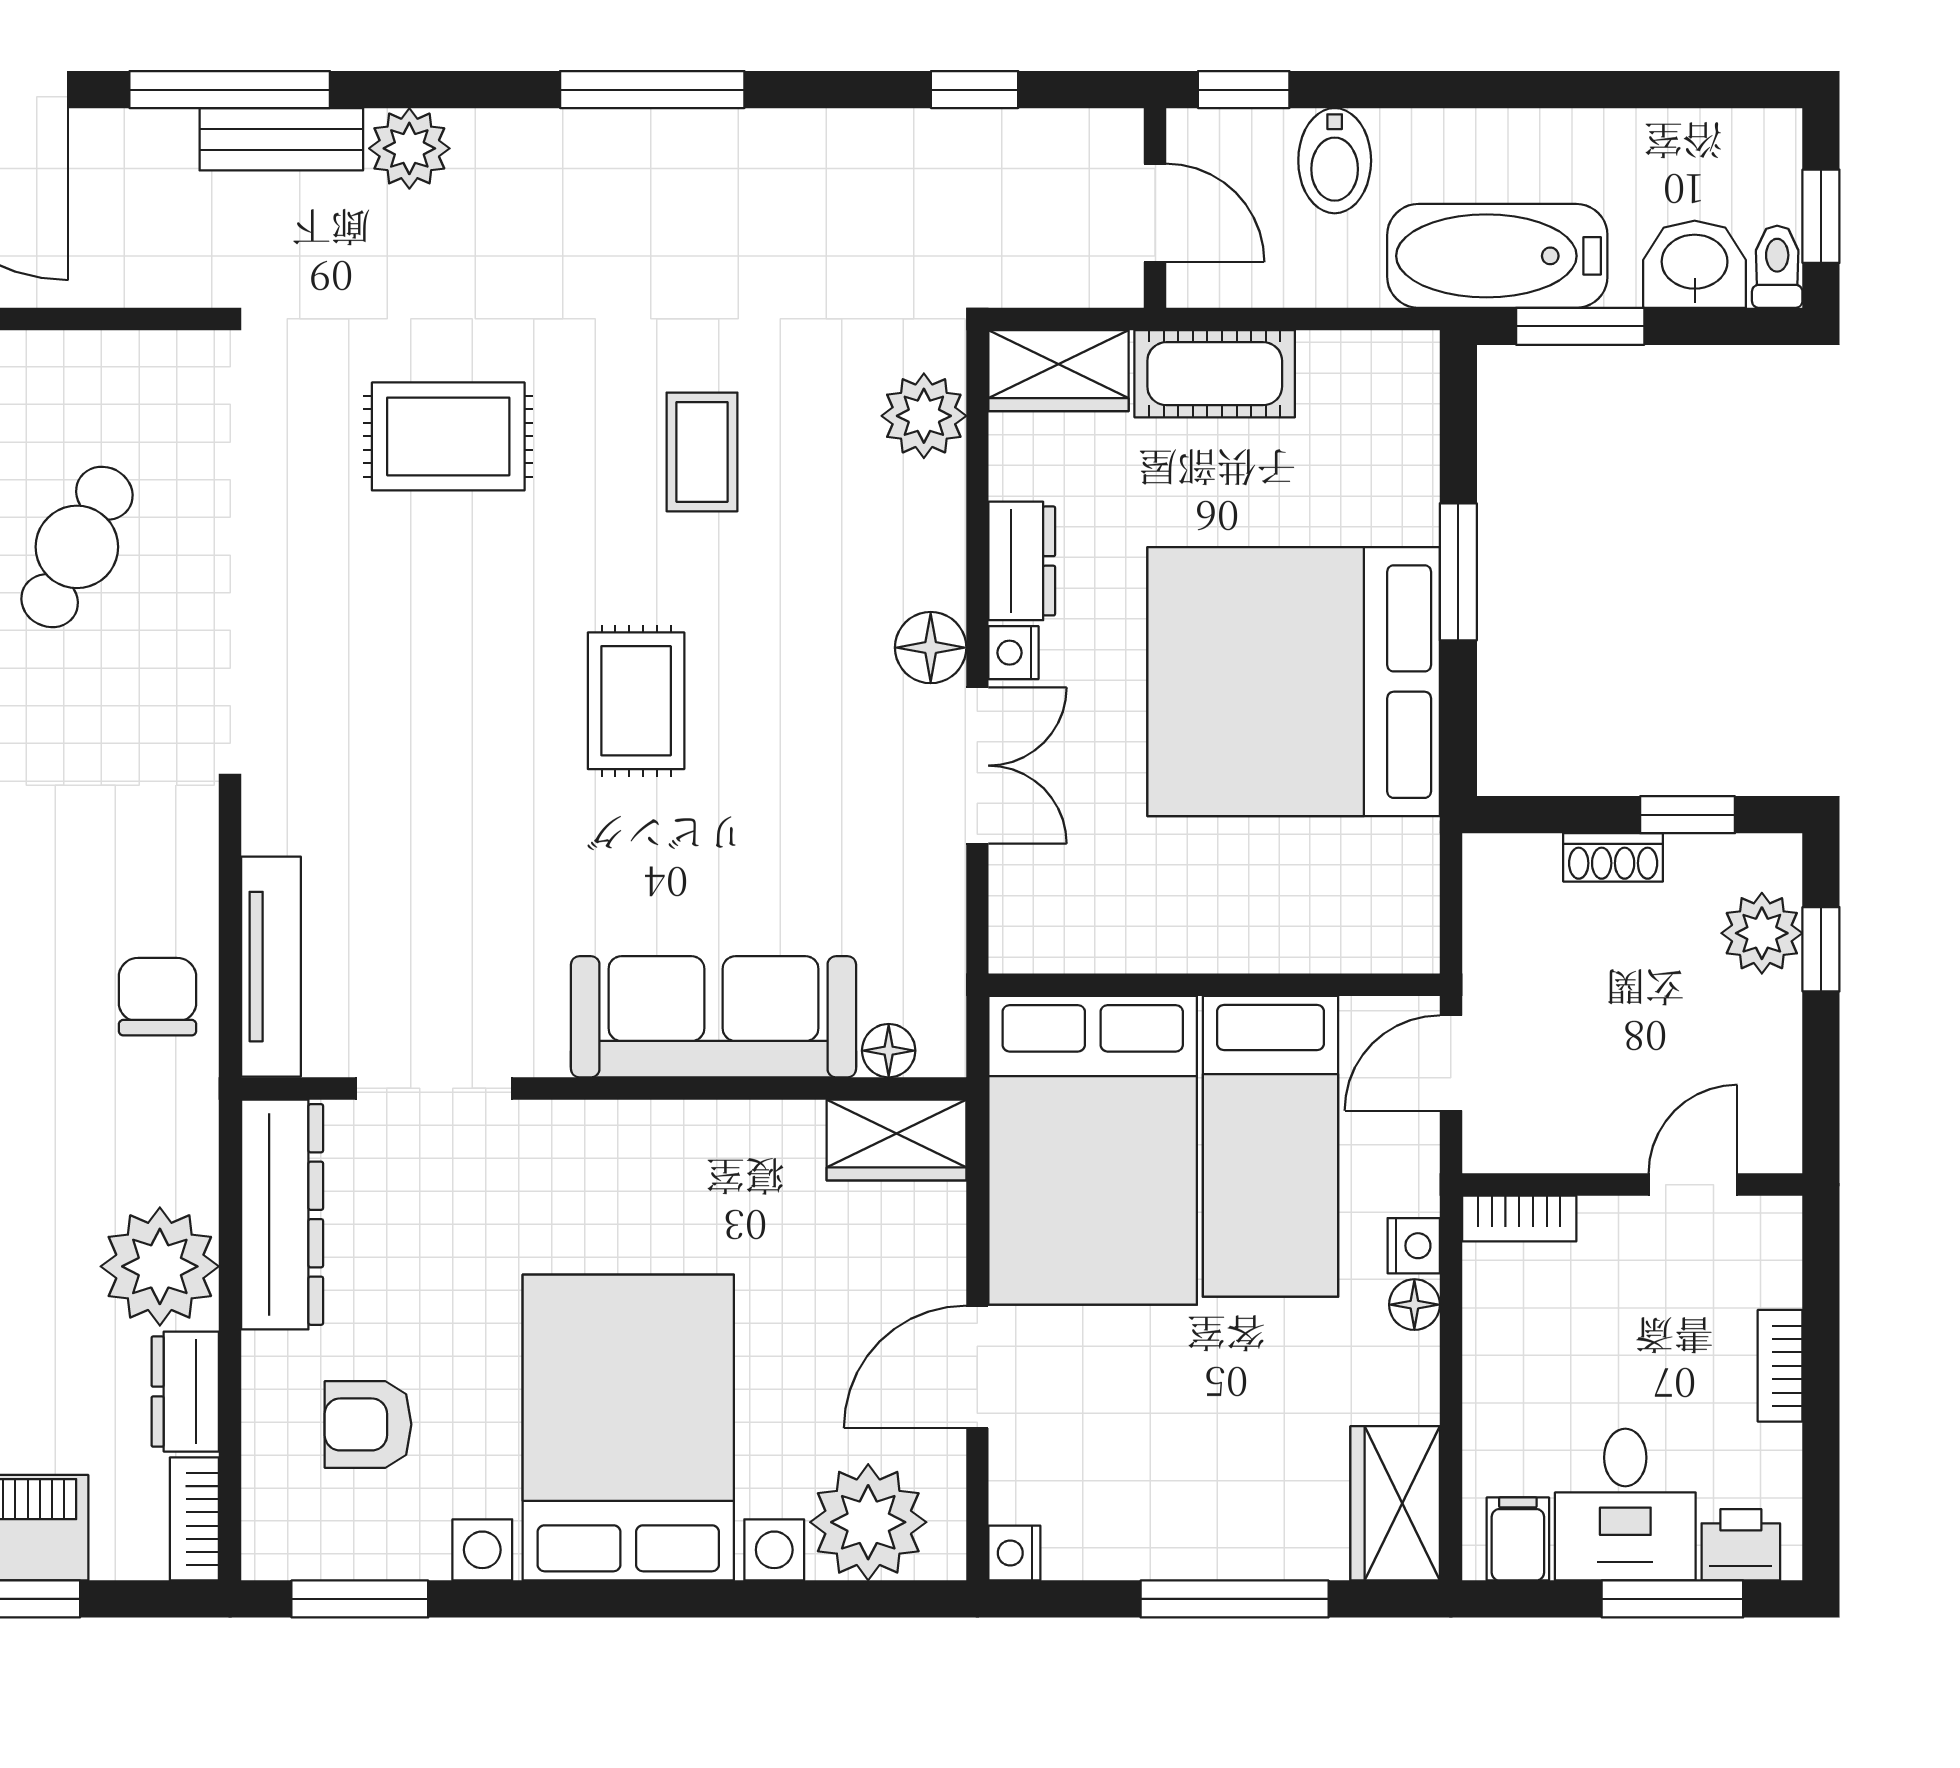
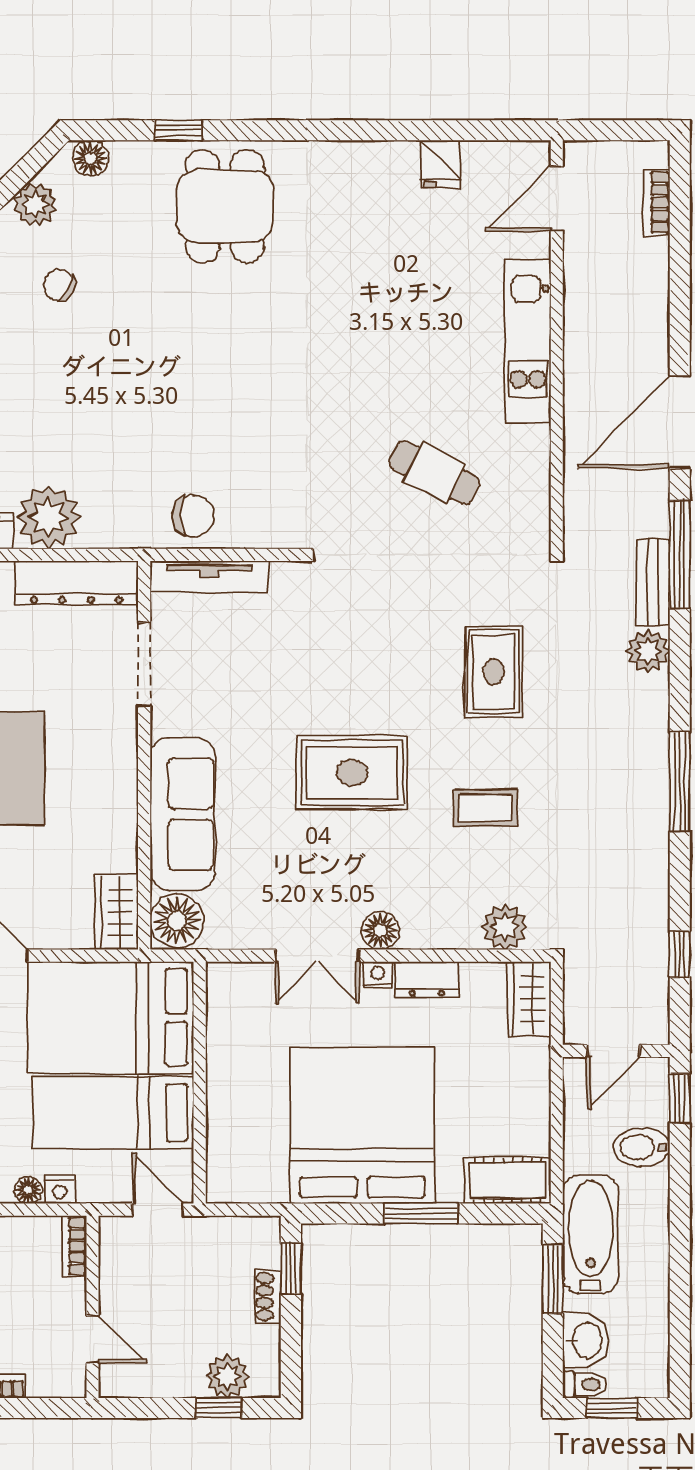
cot: (1215, 374) -> (508, 1180), moved, turned 90
rug: (636, 701) -> (352, 773), width x1.36, depth x1.43
window: (1688, 815) -> (291, 1268), moved
floor lamp: (889, 1051) -> (177, 921), width x1.89, depth x1.89

